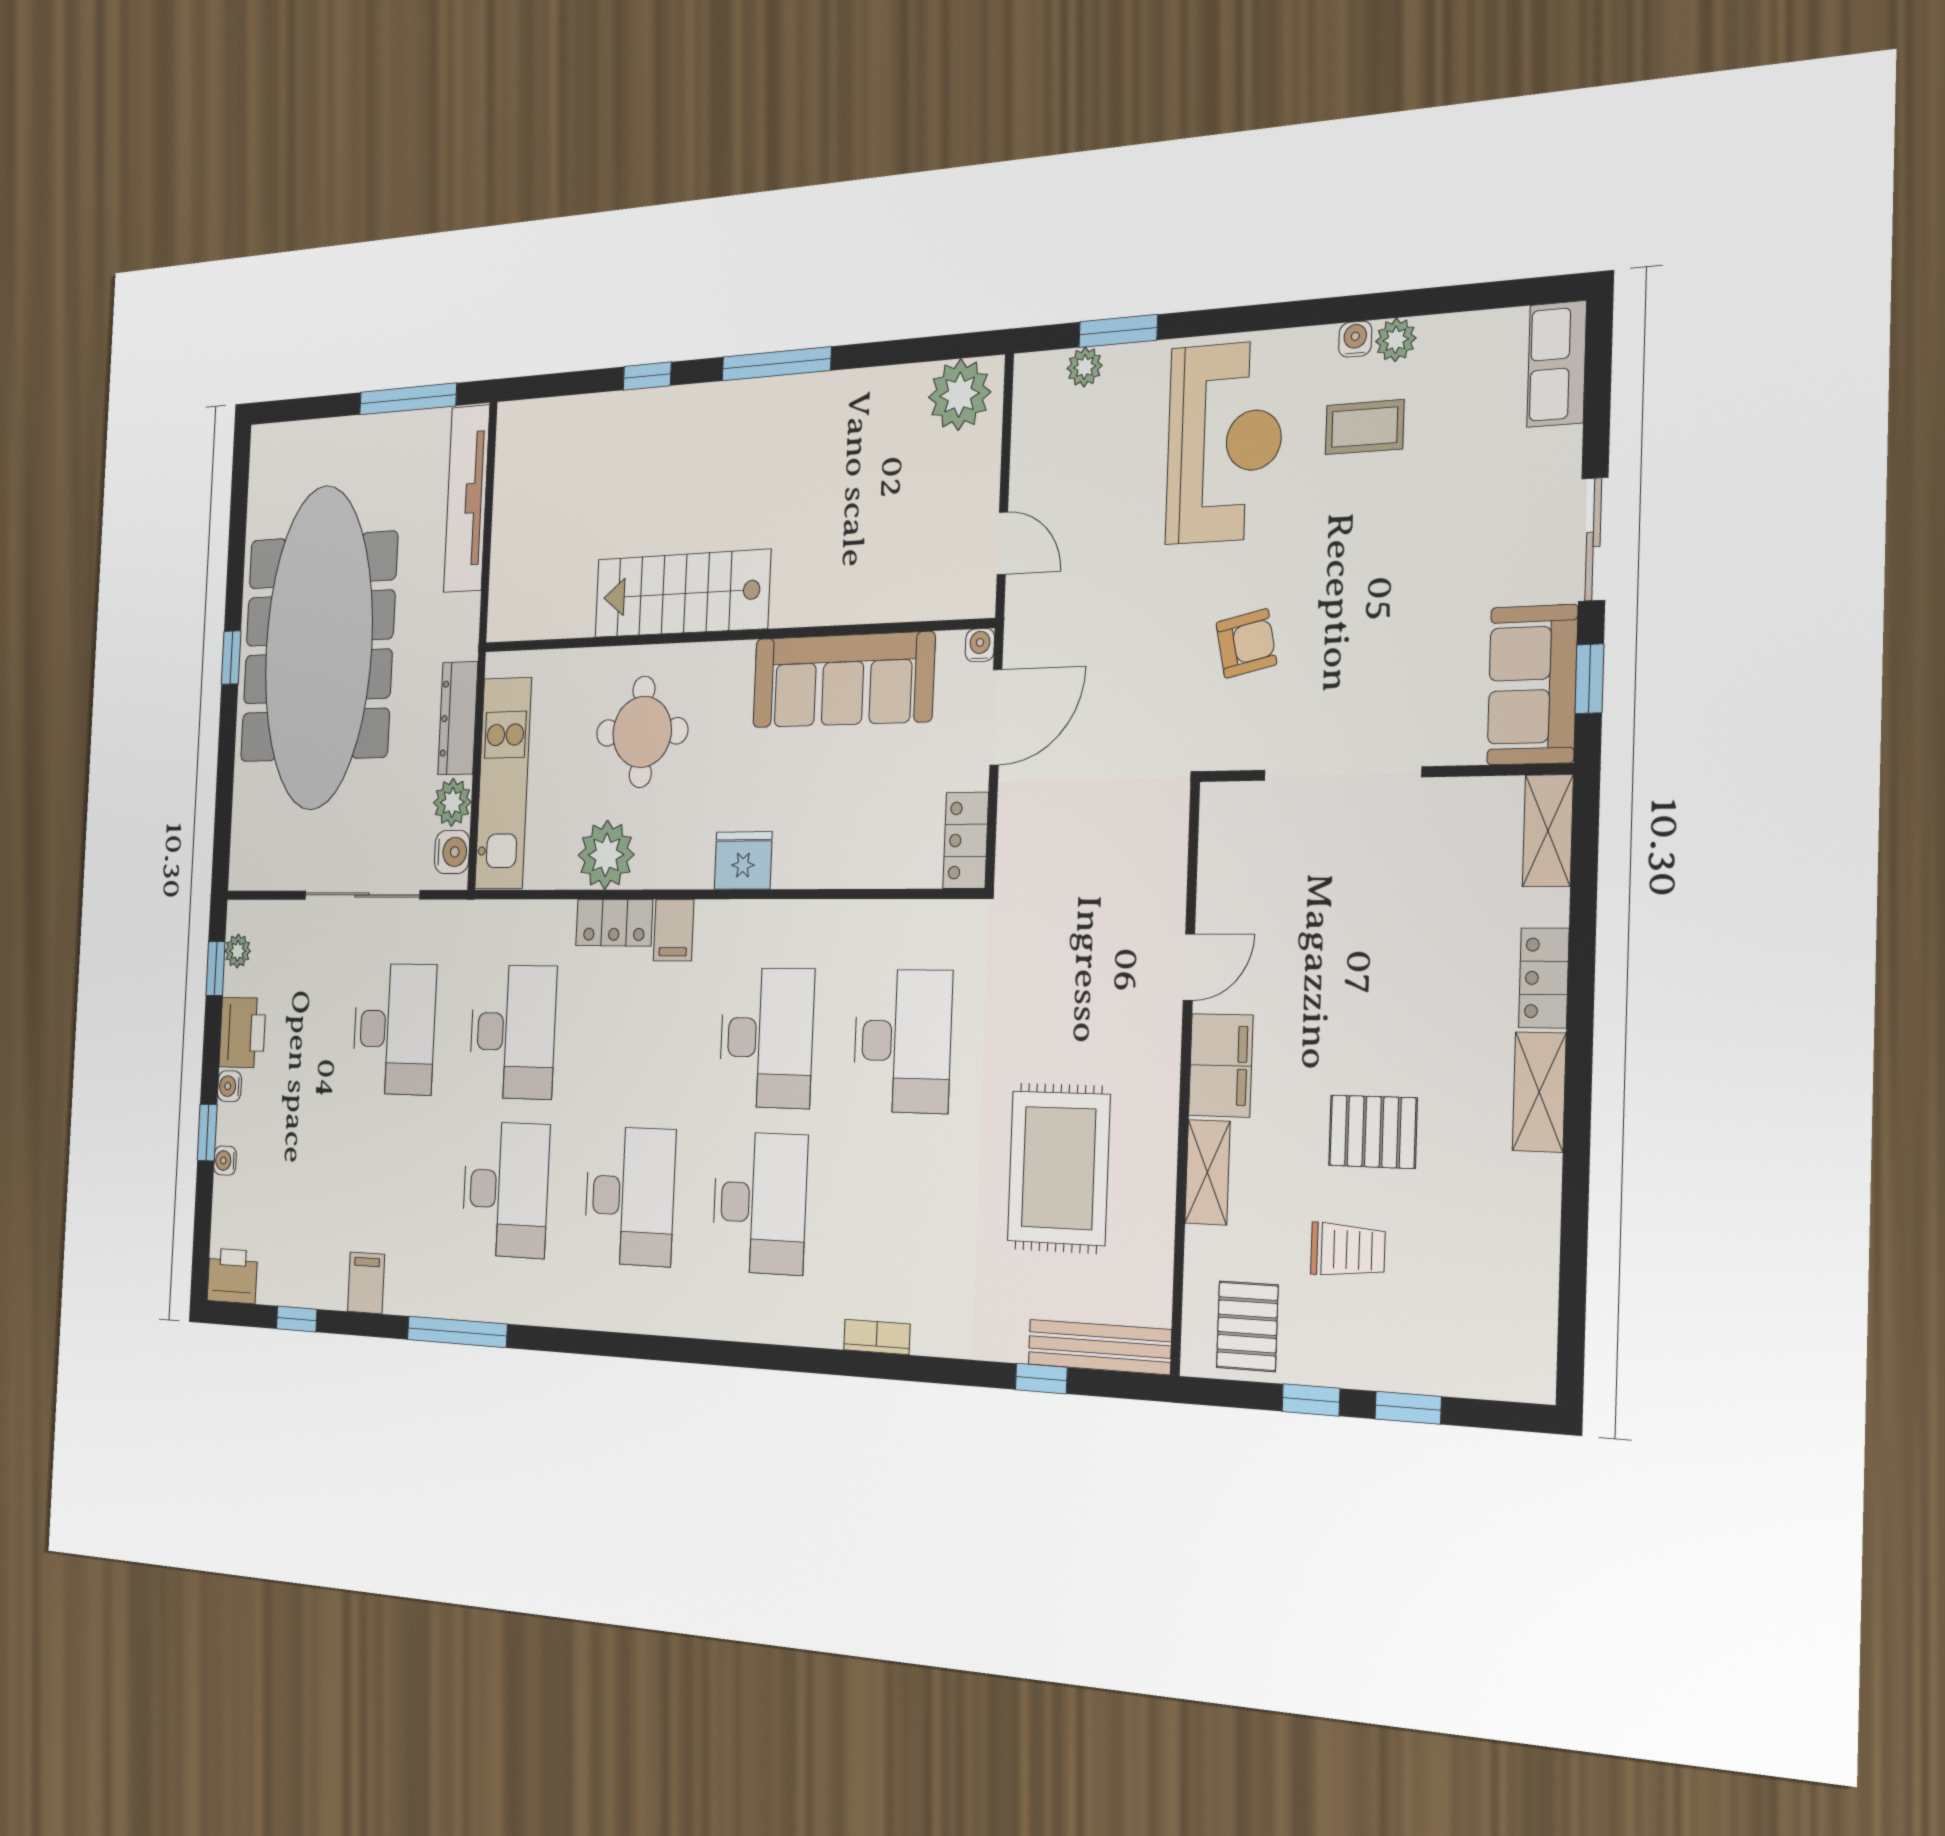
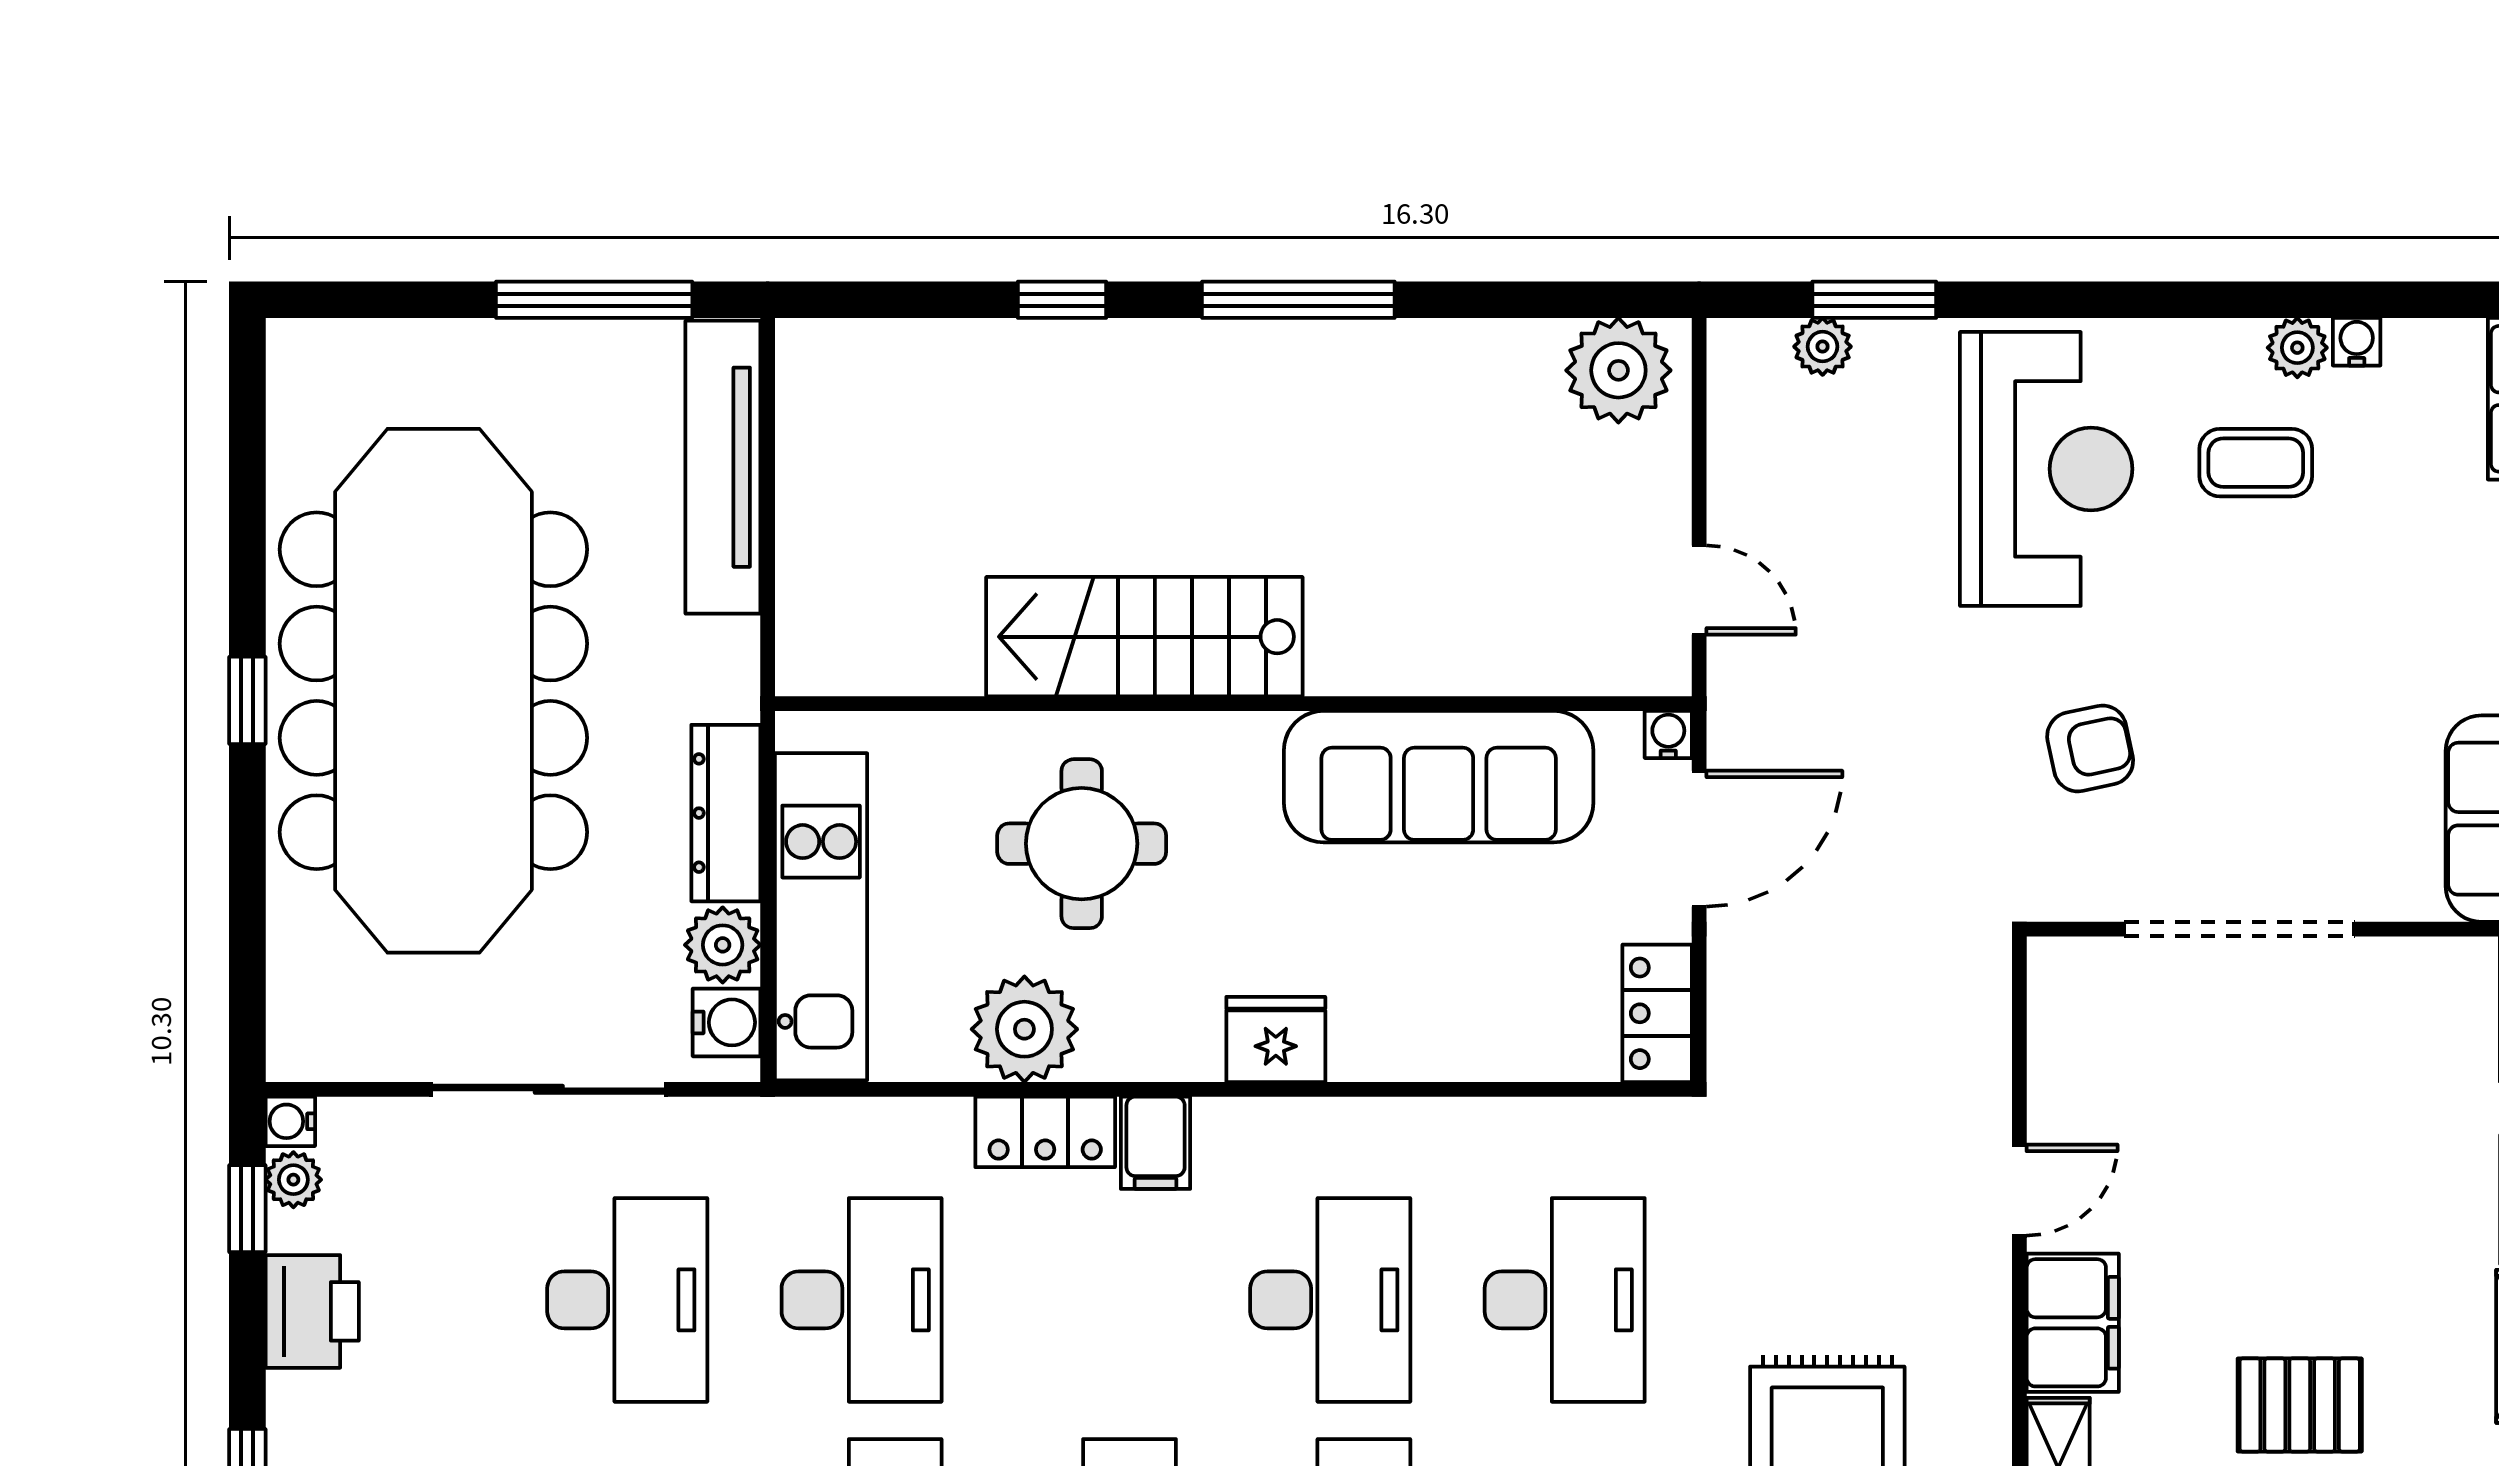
water cooler: (1355, 339) -> (2357, 342), moved
water cooler: (229, 1086) -> (290, 1121), moved

